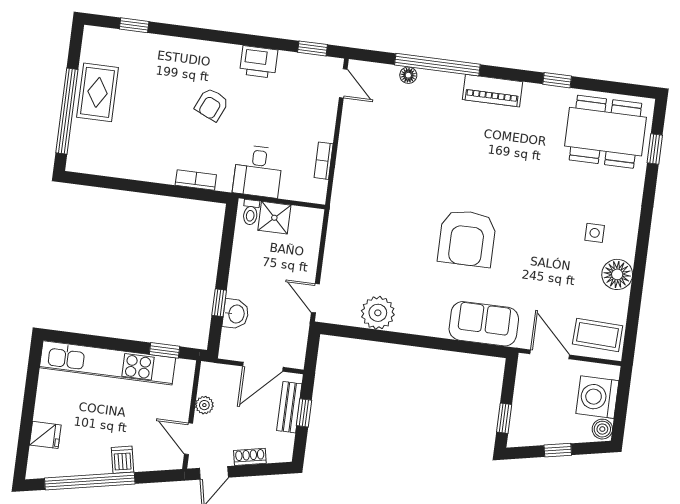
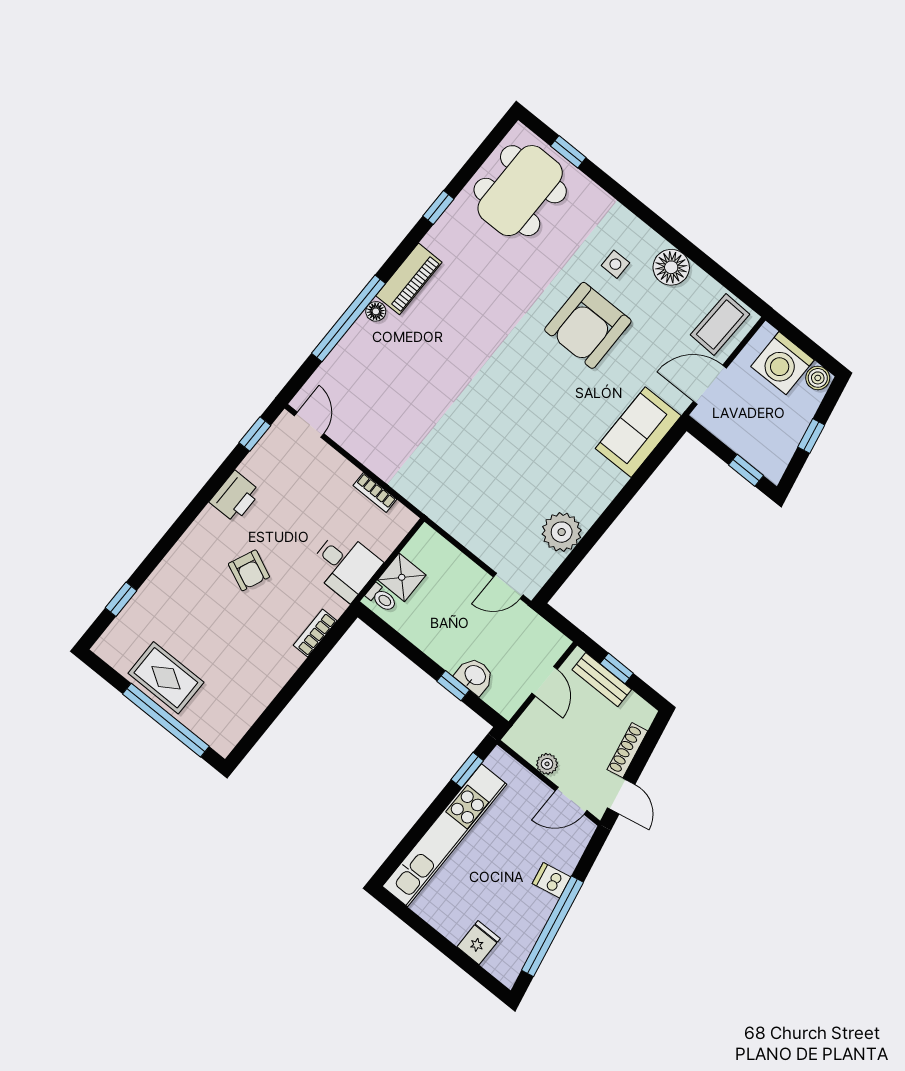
floor lamp: (408, 75) -> (376, 311), moved
door: (343, 83) -> (309, 425), hinge flipped
armchair: (467, 238) -> (588, 325), moved, turned 90
door: (263, 367) -> (545, 681), width x0.73
shoe rack: (250, 457) -> (627, 750), width x1.43

